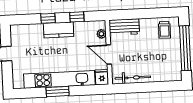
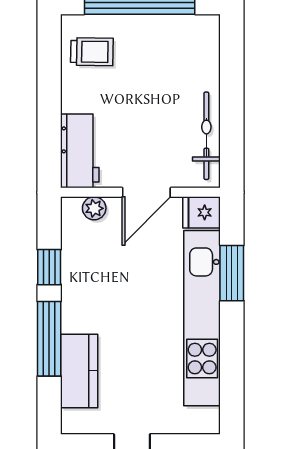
window: (48, 18) -> (49, 339), width x2.17
kitchen counter: (59, 30) -> (79, 371), moved
window: (58, 92) -> (232, 273), moved

